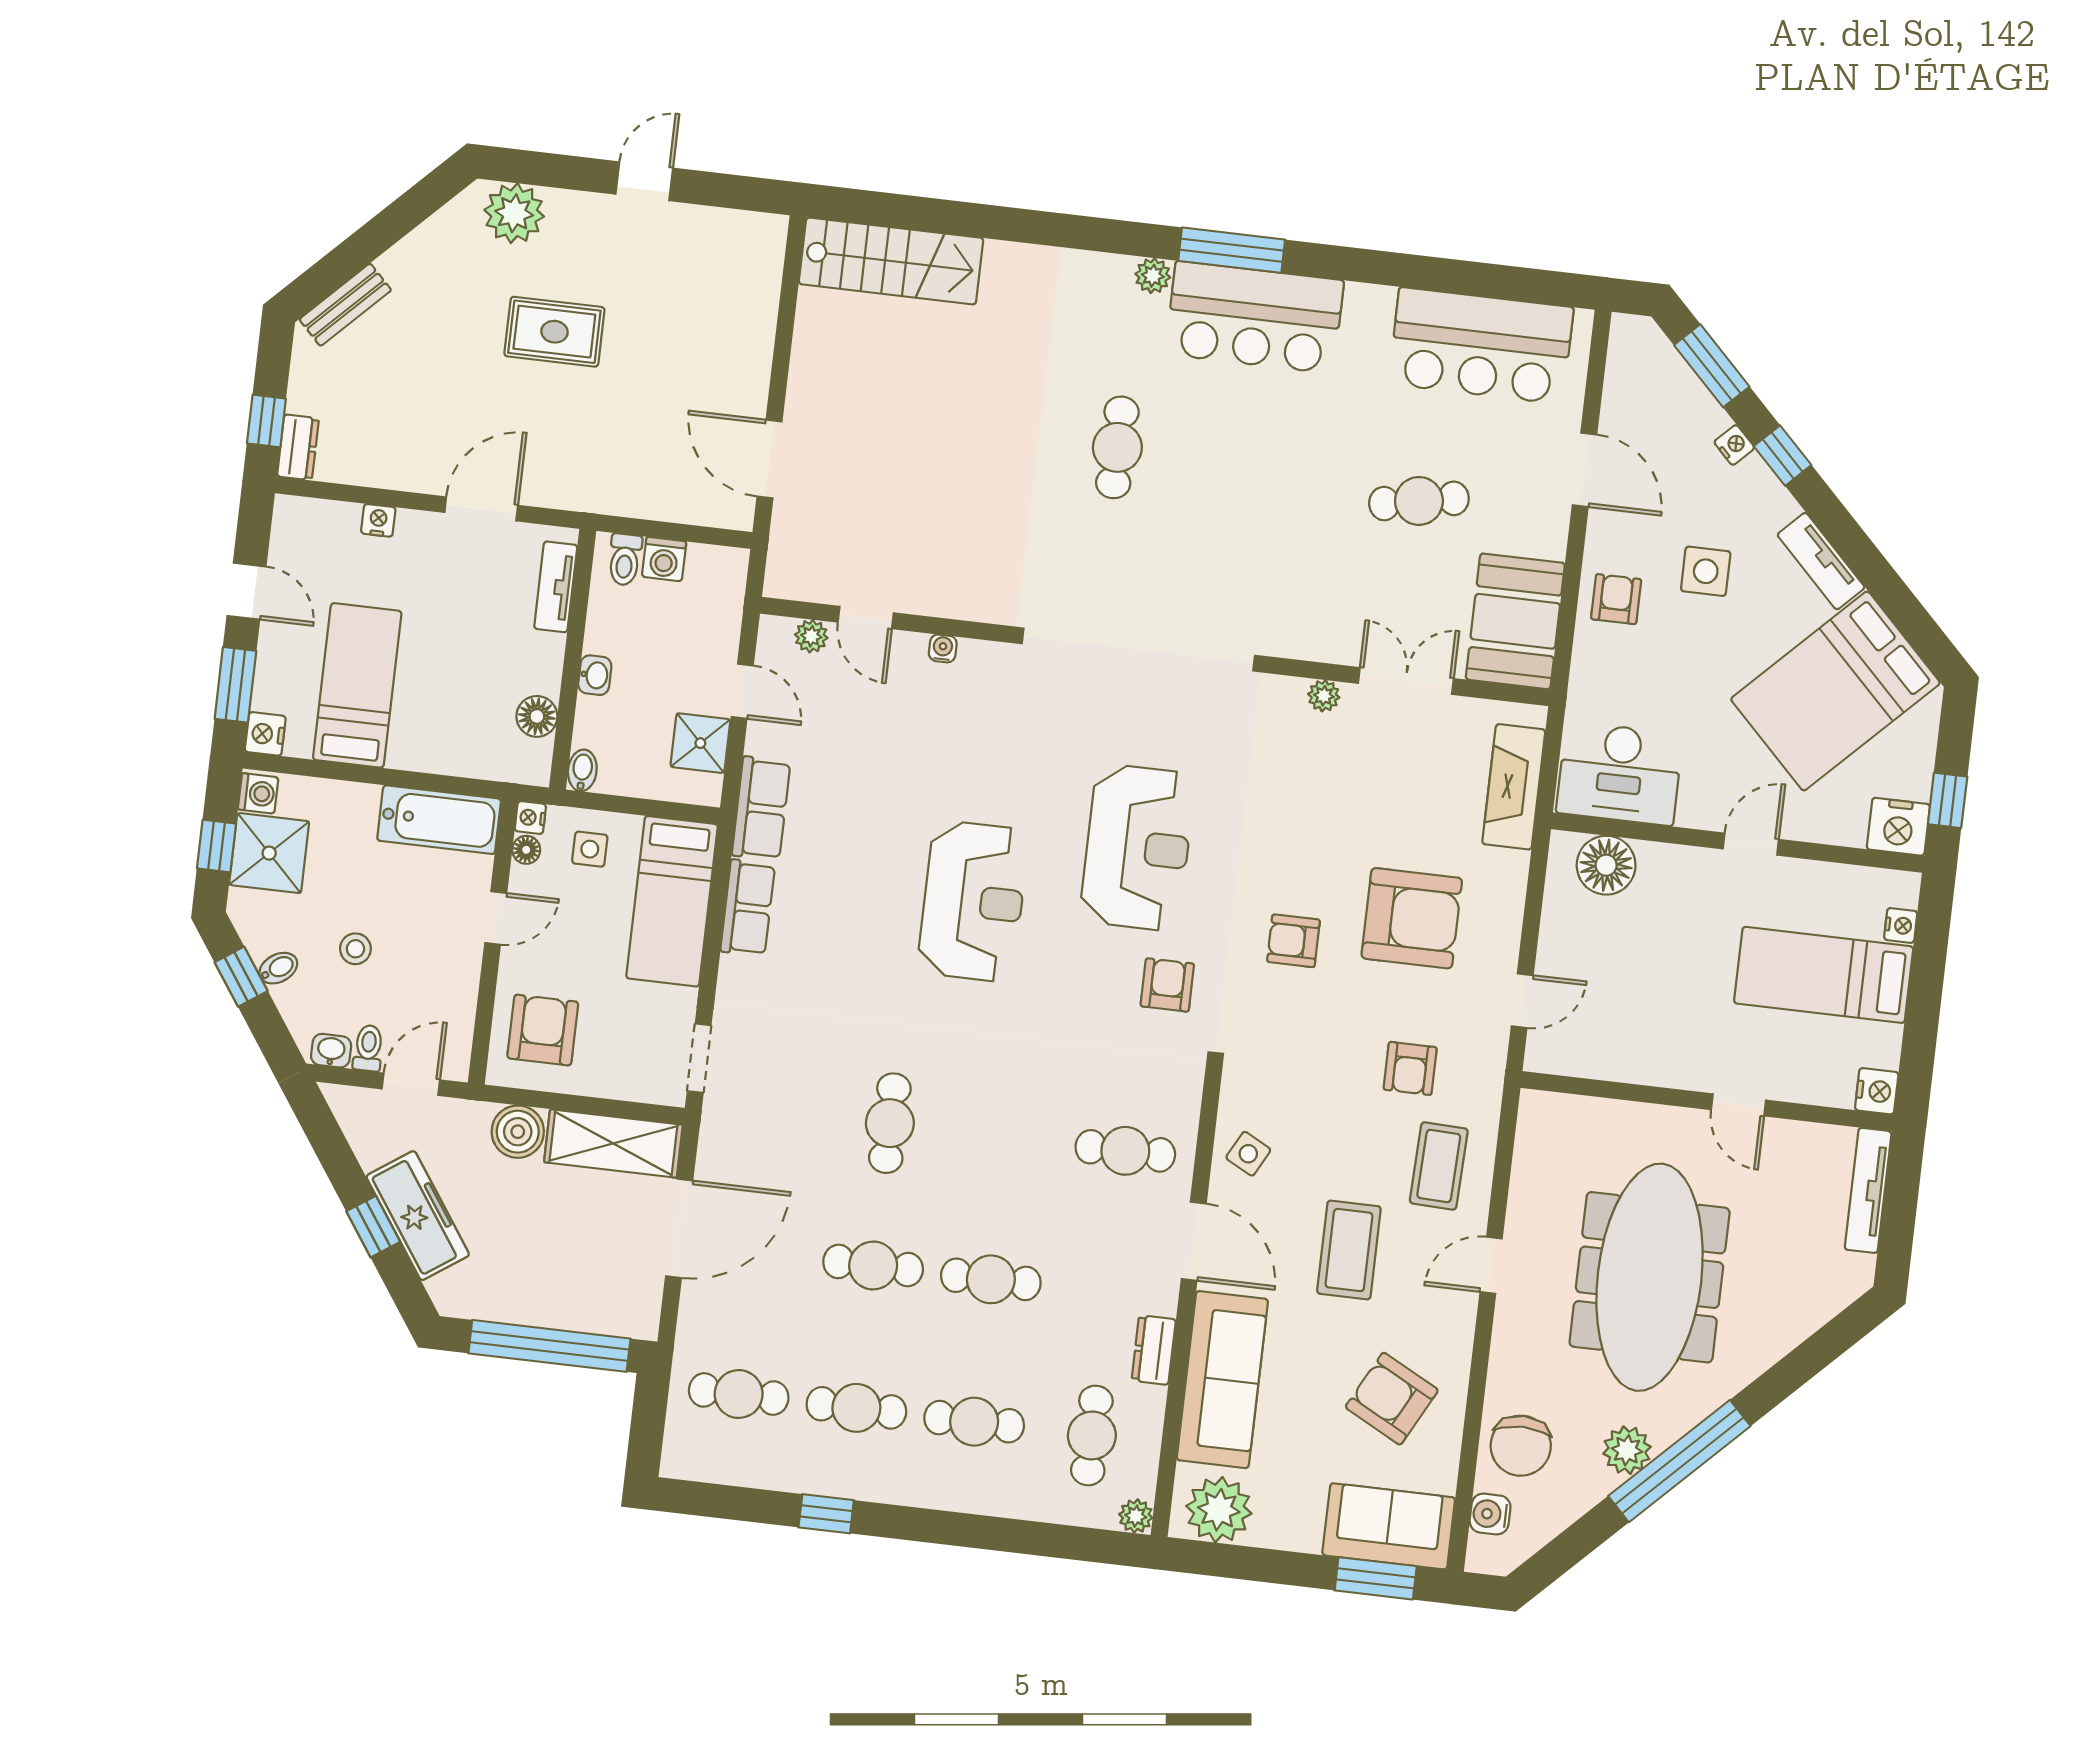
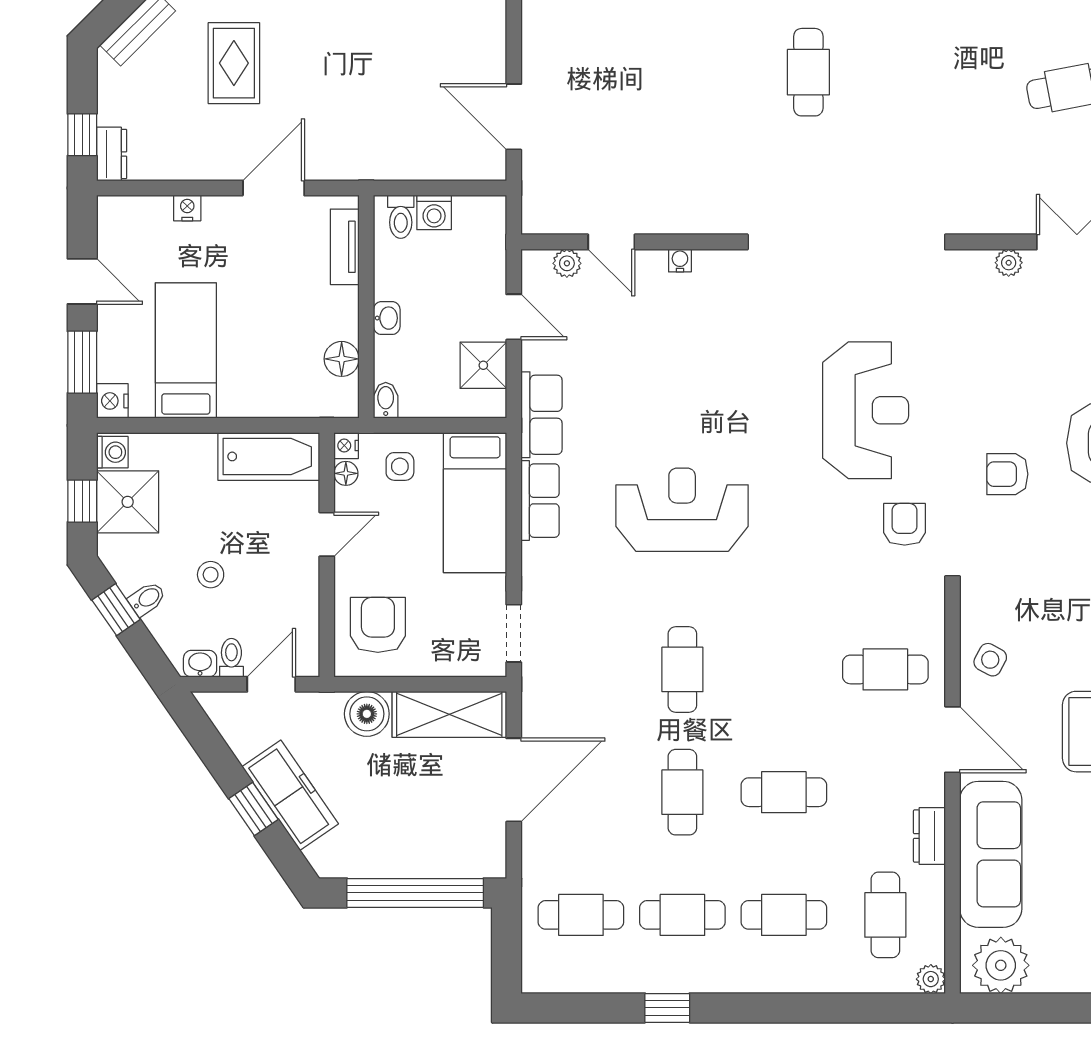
rug: (554, 332) -> (234, 63), moved, turned 90
reception desk: (973, 901) -> (682, 510), moved, turned -90
cafe table: (873, 1265) -> (682, 792), turned 90

